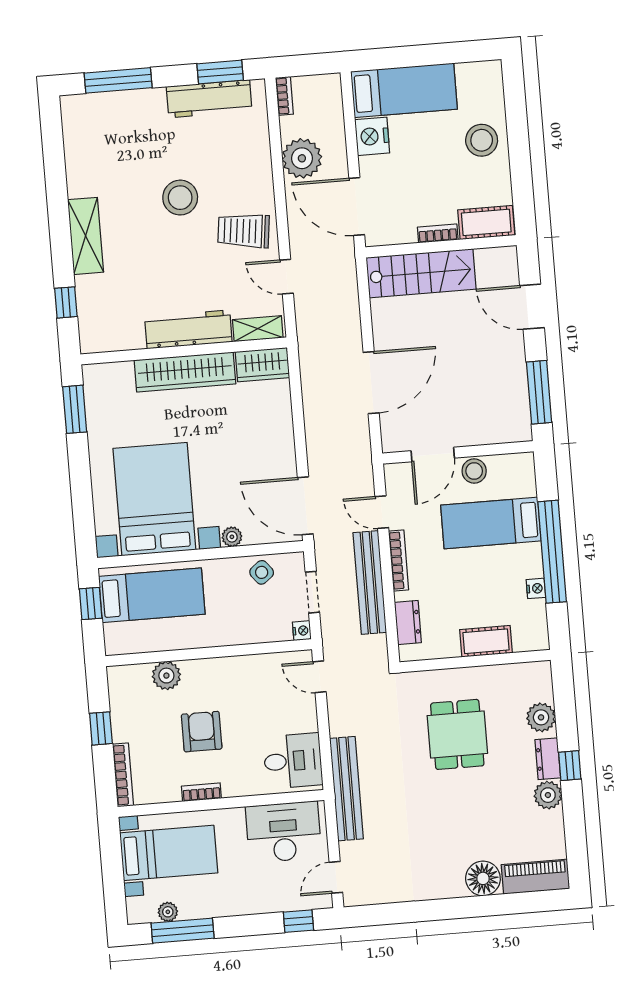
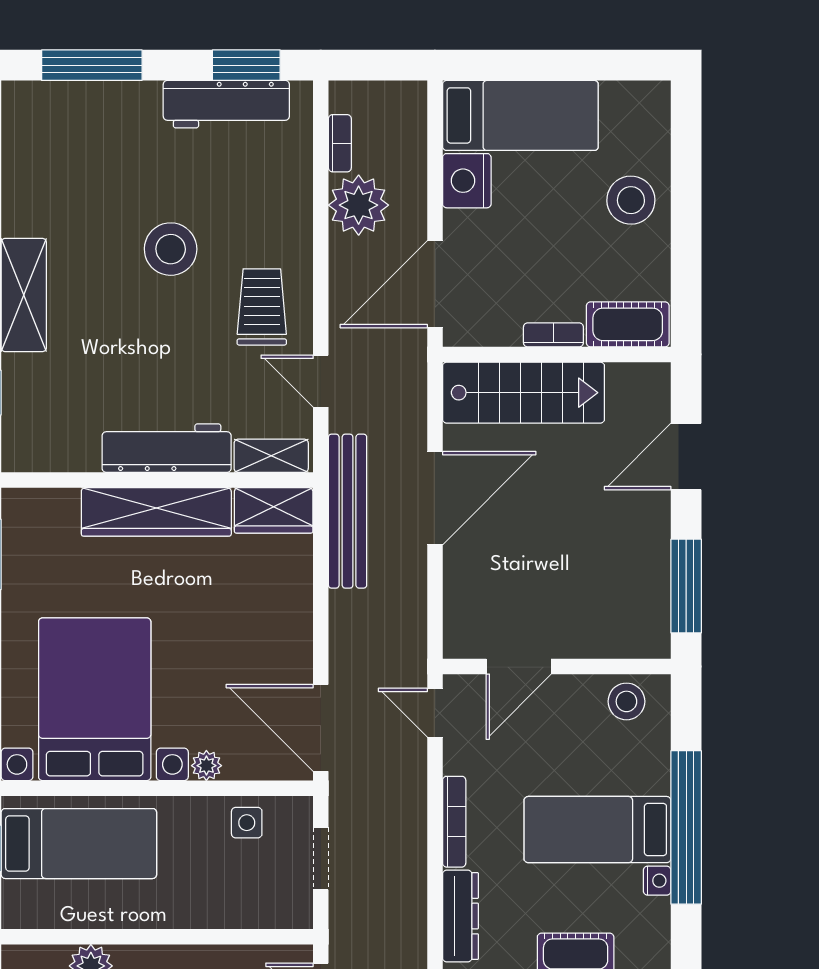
bookcase: (284, 96) -> (340, 143), moved
door: (357, 206) -> (435, 284), hinge flipped
trolley: (244, 231) -> (262, 307), turned 83
door: (532, 307) -> (686, 457), hinge flipped
door: (371, 383) -> (435, 498), moved
stool: (474, 471) -> (626, 701), moved
door: (382, 512) -> (435, 713), moved
bed: (491, 523) -> (597, 830), moved
side table: (262, 572) -> (247, 823), turned 38
bench: (370, 583) -> (348, 511), moved
dresser: (408, 622) -> (460, 916), width x1.44
nightstand: (302, 631) -> (300, 915), removed

